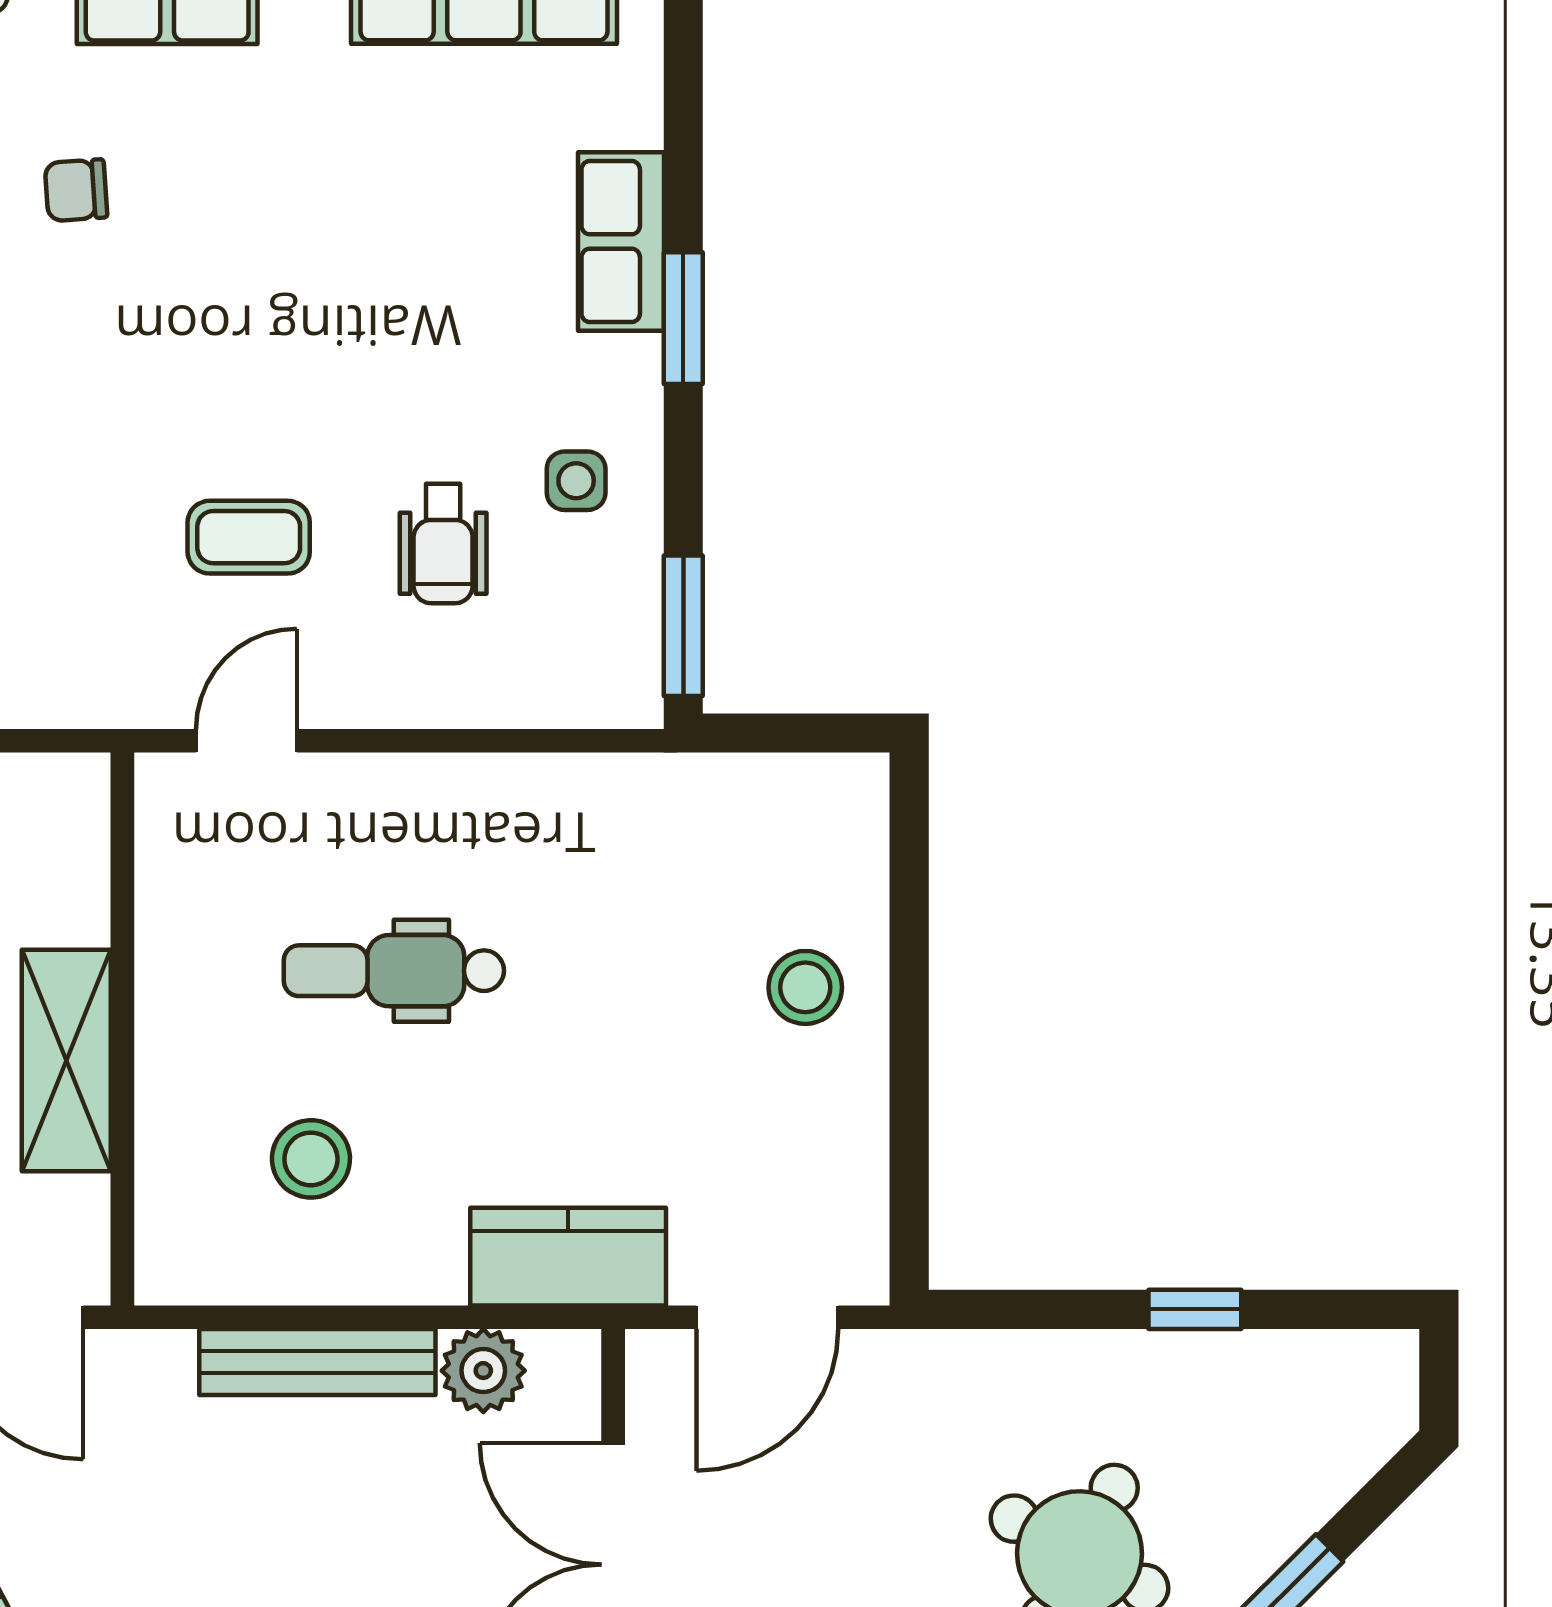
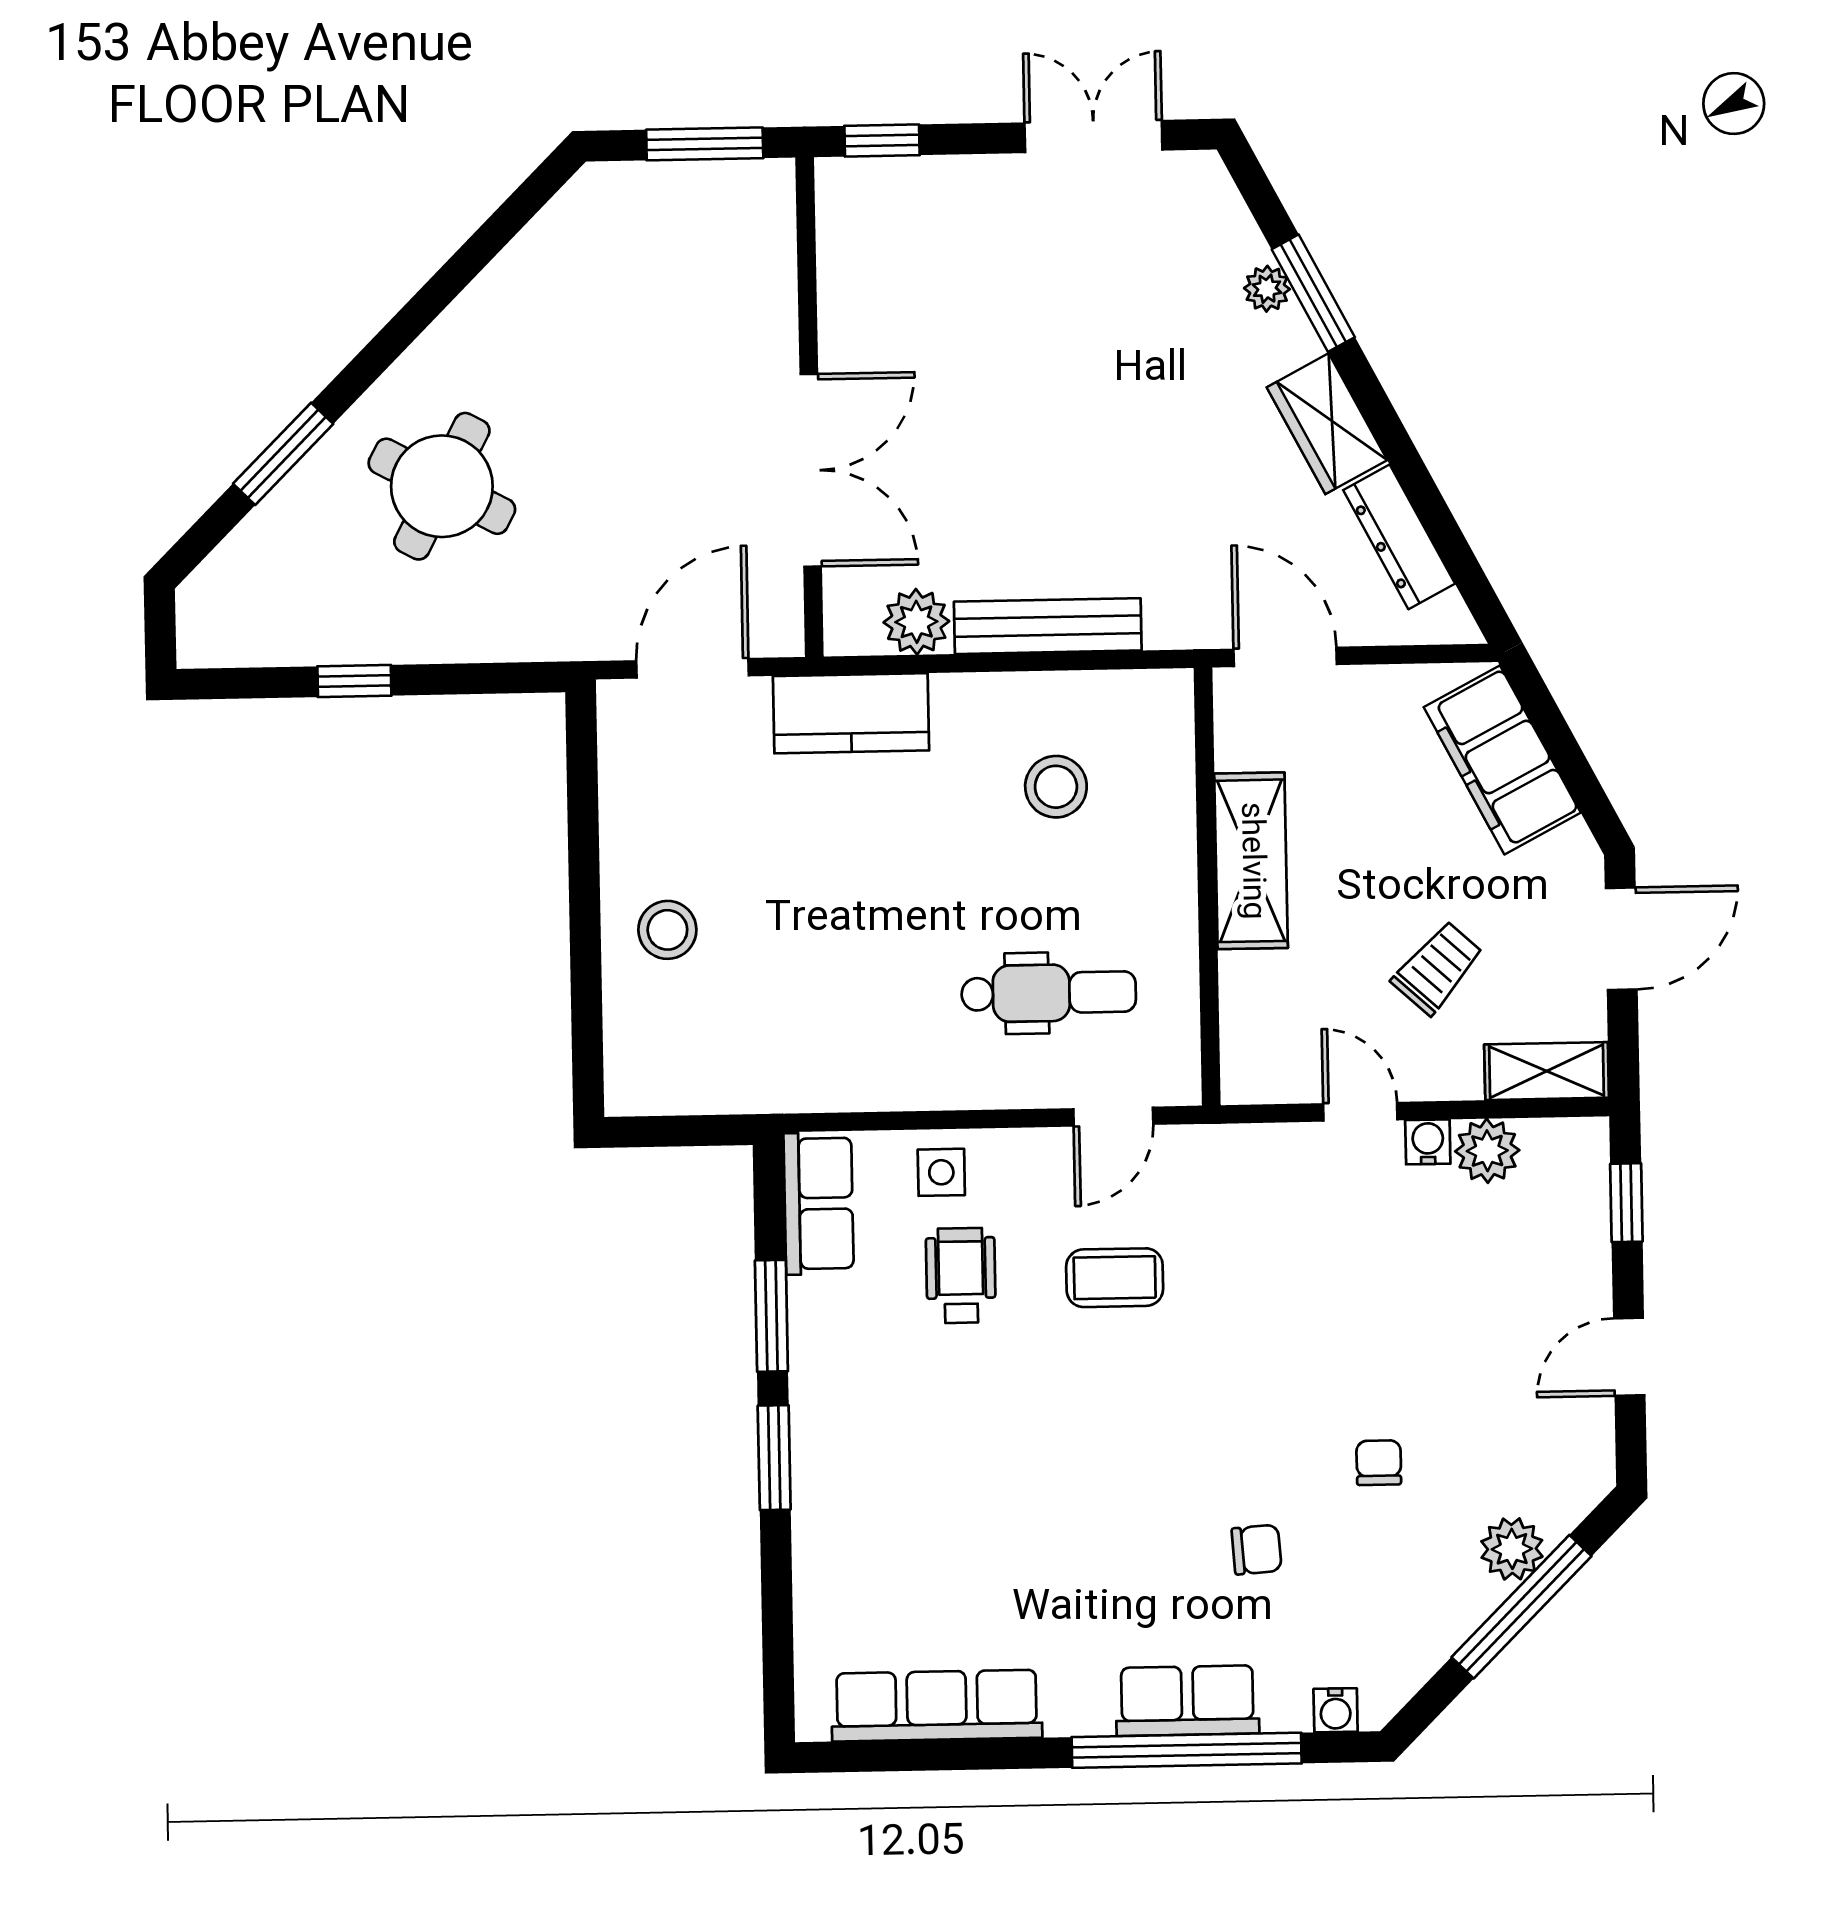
row of seats: (621, 241) -> (819, 1203), moved
side table: (576, 481) -> (941, 1172), moved
window: (683, 626) -> (771, 1316), moved
dental chair: (394, 971) -> (1049, 993), moved

